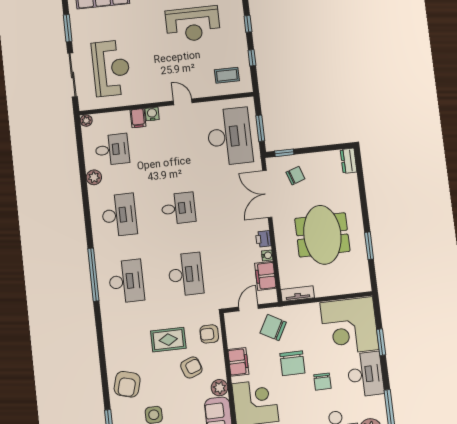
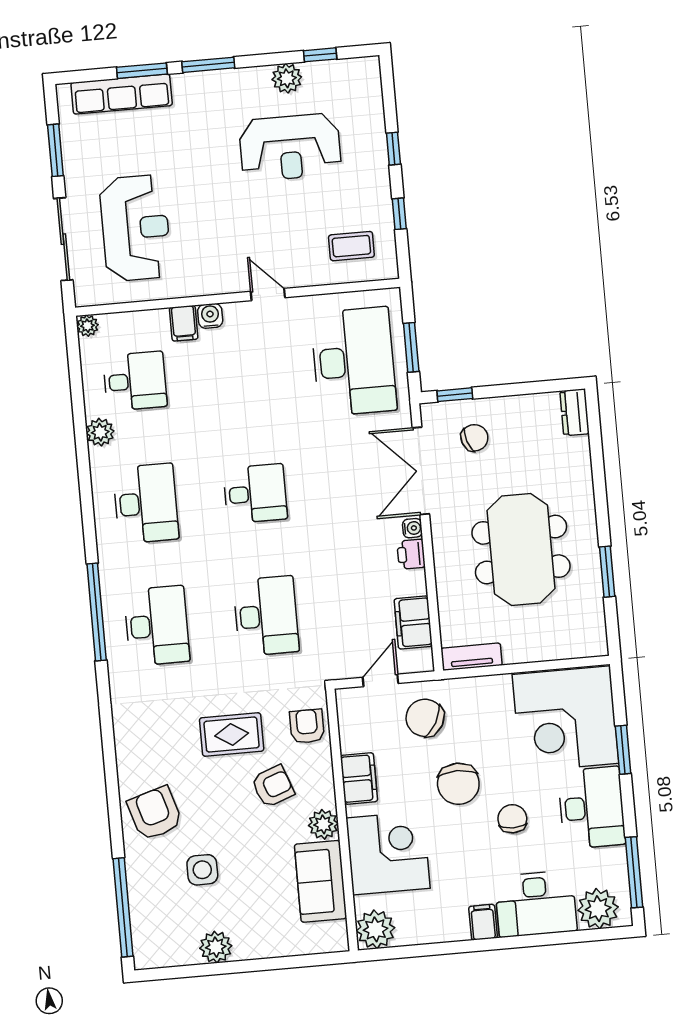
water cooler: (267, 255) -> (412, 528), moved
armchair: (209, 334) -> (307, 726), turned 90
chair: (322, 382) -> (512, 819), turned 180
armchair: (127, 384) -> (155, 813), turned 148

